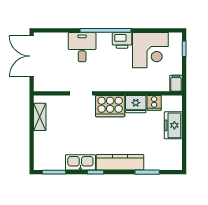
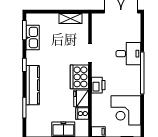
printer: (122, 40) -> (98, 85), moved, turned 180
kitchen sink: (80, 162) -> (33, 38), moved

